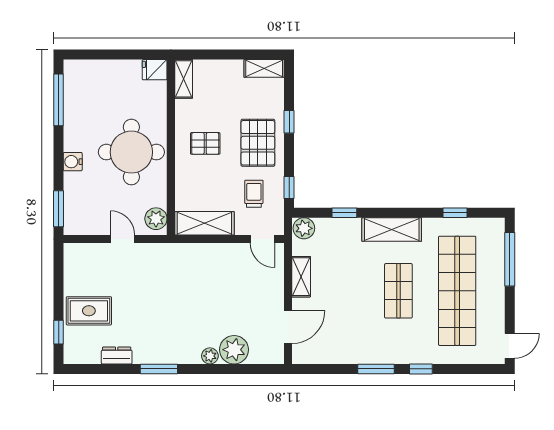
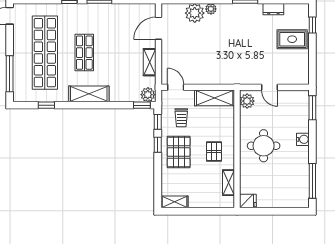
shelving: (184, 79) -> (229, 183), moved
window: (289, 122) -> (158, 145), moved
pallet: (205, 143) -> (214, 152), turned 90
round table: (131, 152) -> (264, 146), width x0.73, depth x0.73
window: (344, 213) -> (142, 105), moved

